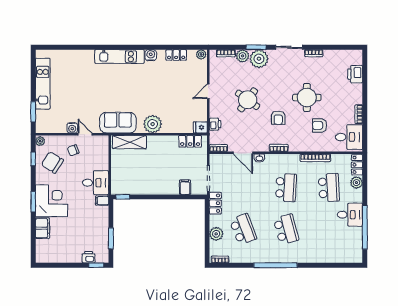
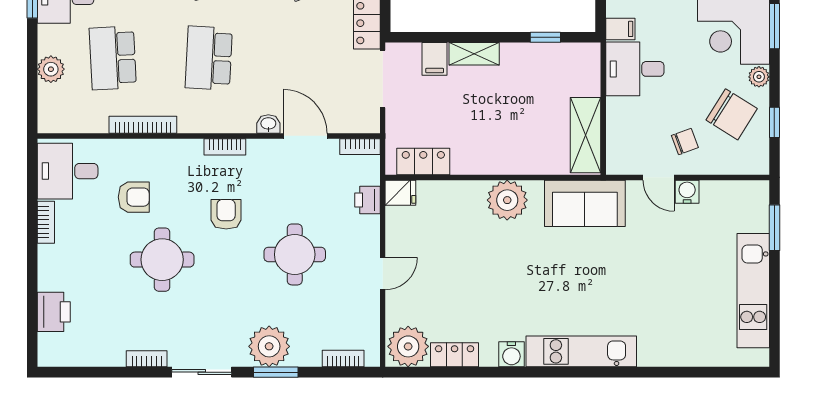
plant: (201, 54) -> (408, 346), width x1.88, depth x1.88
plant: (243, 56) -> (306, 353), removed
round table: (248, 100) -> (295, 254), turned -36
plant: (40, 141) -> (759, 77), moved
shelving: (129, 142) -> (586, 135), moved, turned 90
locker: (357, 165) -> (50, 109), removed
shelving: (167, 189) -> (474, 54), added
window: (123, 197) -> (545, 37), moved

